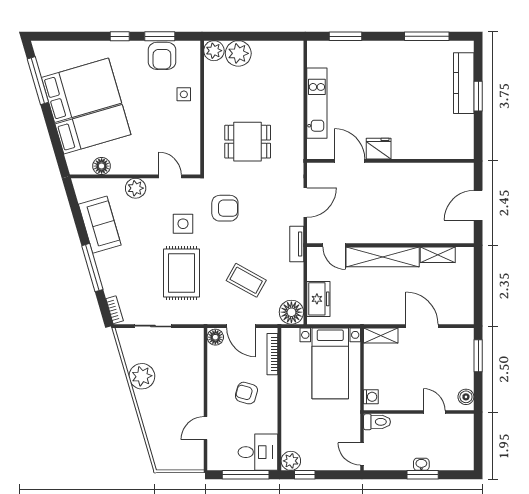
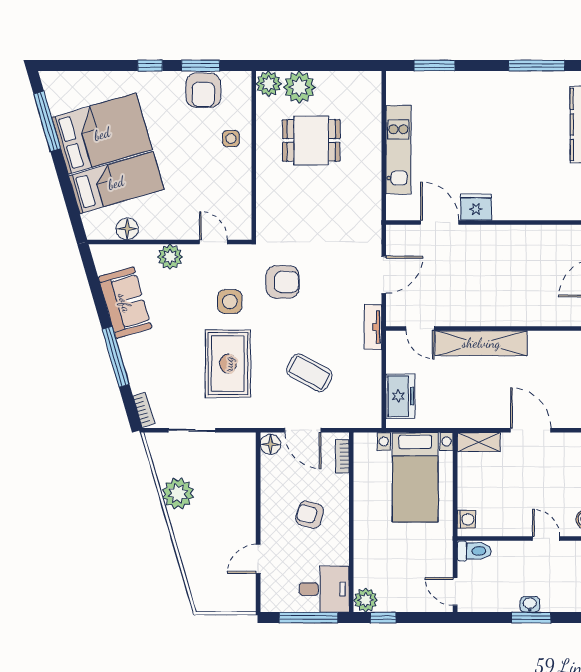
dining table: (248, 142) -> (311, 140), moved
shelving: (438, 255) -> (551, 341), removed
floor lamp: (291, 312) -> (366, 413), removed
bookcase: (272, 354) -> (342, 456), width x0.64

